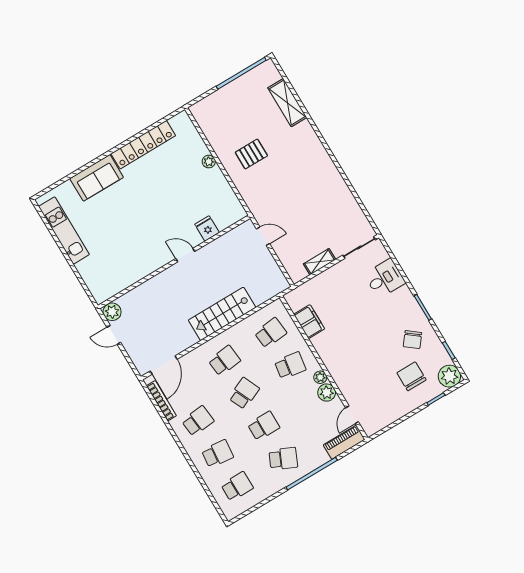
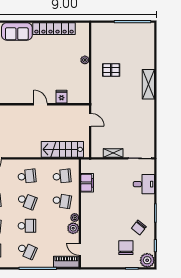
shelving: (287, 103) -> (148, 84), moved
stairs: (222, 314) -> (62, 149), moved
school desk: (244, 393) -> (27, 201), turned 45
door: (352, 415) -> (80, 249), hinge flipped

